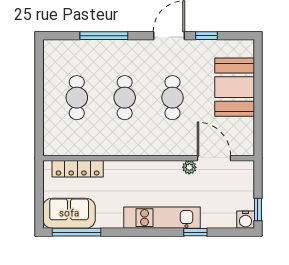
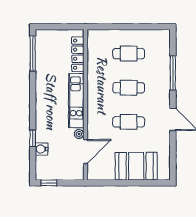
window: (206, 36) -> (173, 146), removed
sofa: (69, 213) -> (46, 48), removed
kitchen unit: (162, 218) -> (76, 101), moved, turned 180
water cooler: (246, 220) -> (42, 149), moved

